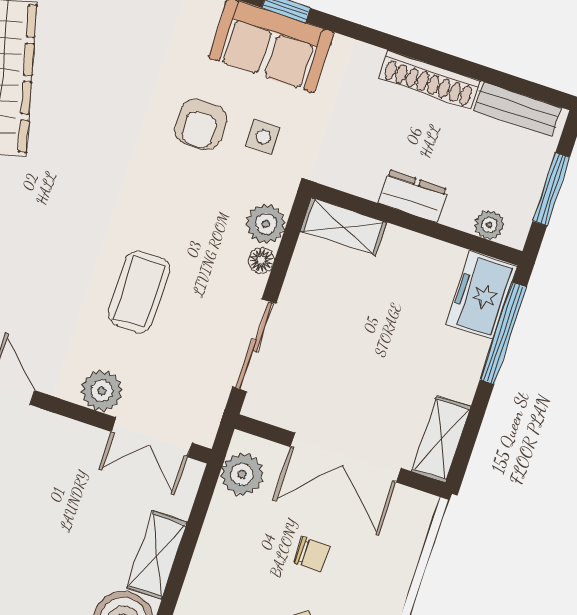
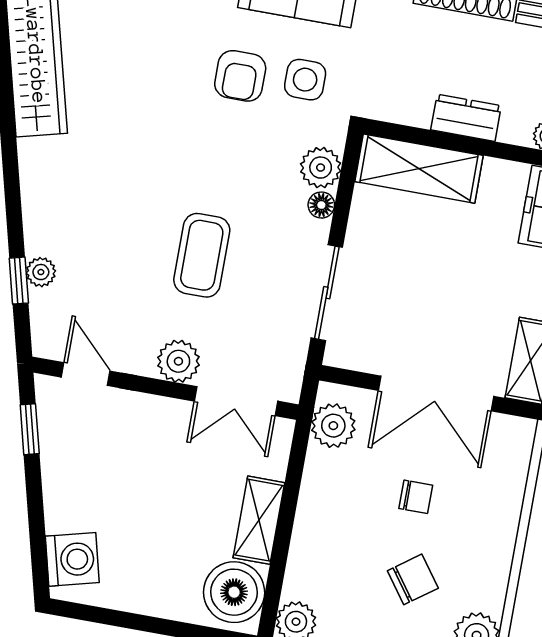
side table: (263, 137) -> (305, 80), width x1.37, depth x1.37
shelving: (343, 227) -> (419, 169), width x1.50, depth x1.33

